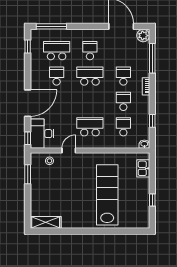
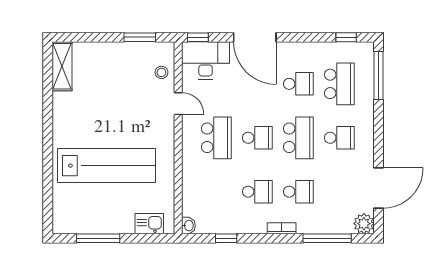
school desk: (123, 127) -> (257, 138), moved
window: (152, 200) -> (98, 238), width x2.17

